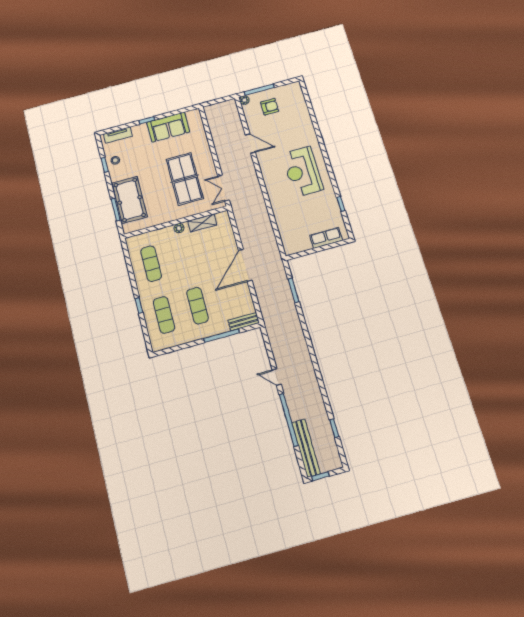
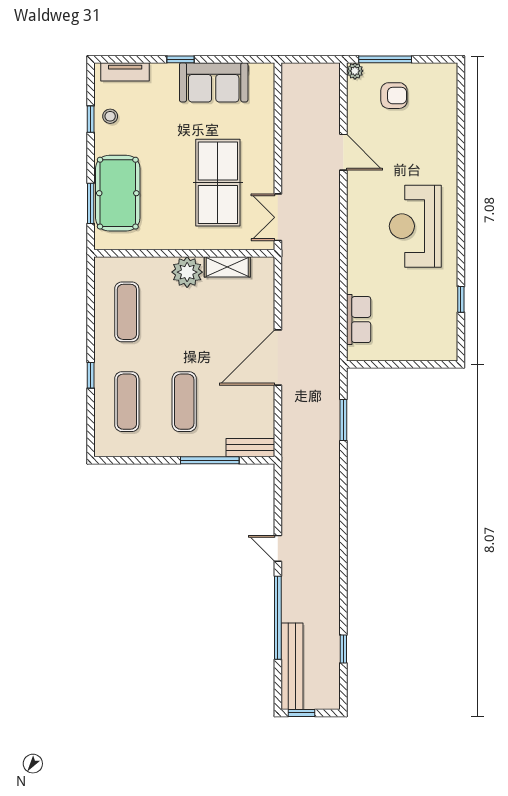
plant: (179, 228) -> (187, 272), width x1.87, depth x1.87
row of seats: (326, 238) -> (359, 320), moved, turned 90

